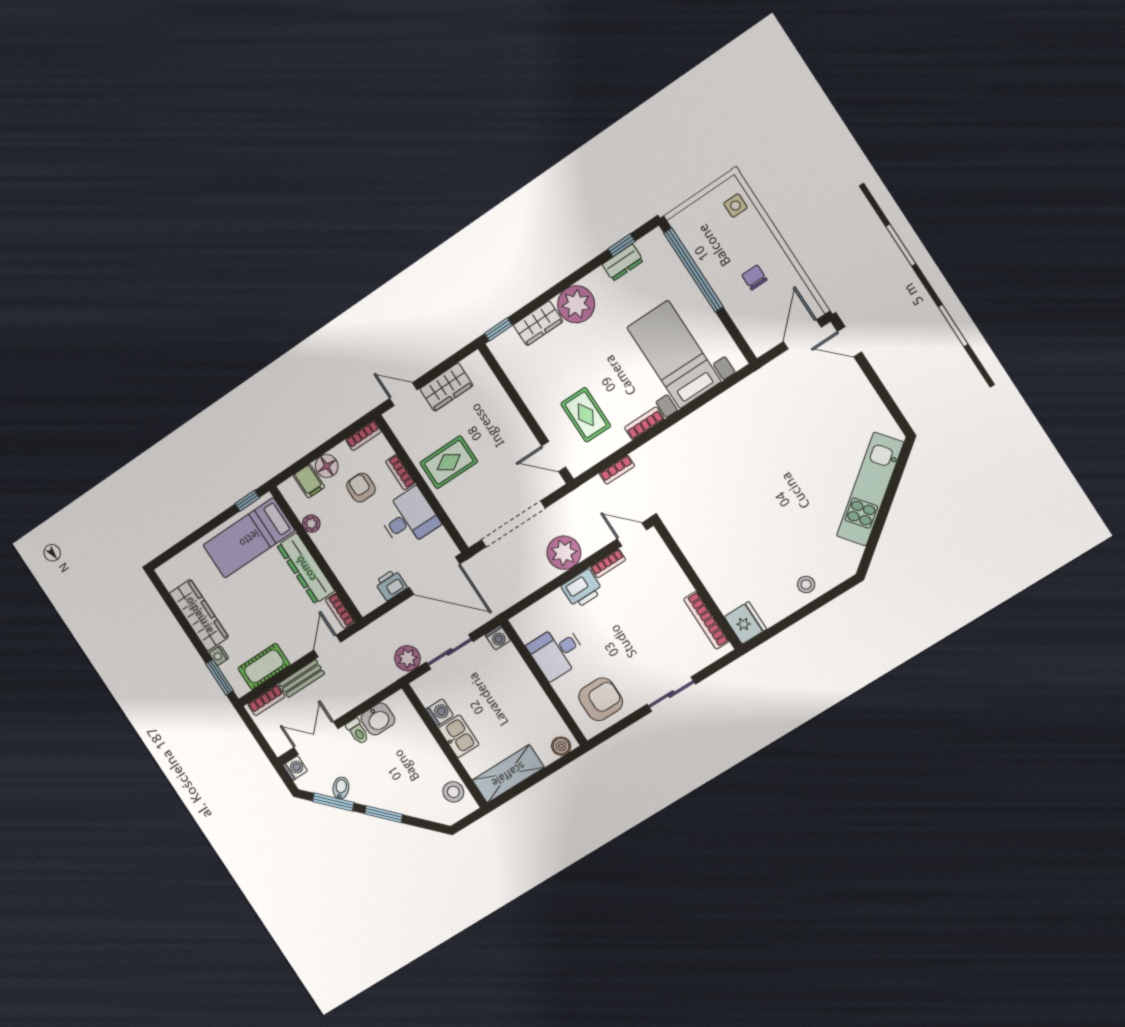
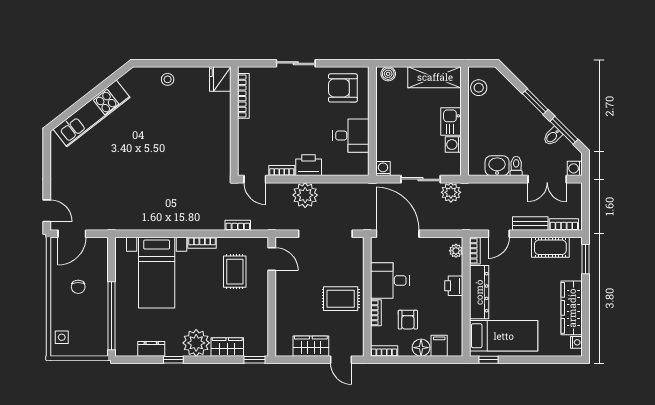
window: (622, 245) -> (173, 360), moved
plant: (311, 524) -> (456, 251), moved
printer: (391, 585) -> (454, 286), moved, turned 90
nightstand: (219, 656) -> (576, 342), moved

